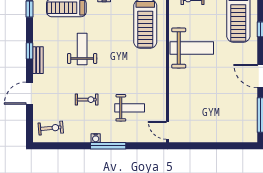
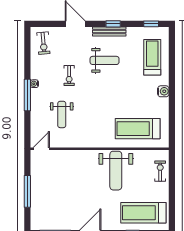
weight bench: (82, 49) -> (105, 60), moved
bench: (38, 60) -> (109, 32), width x1.36
window: (215, 146) -> (27, 191), added

